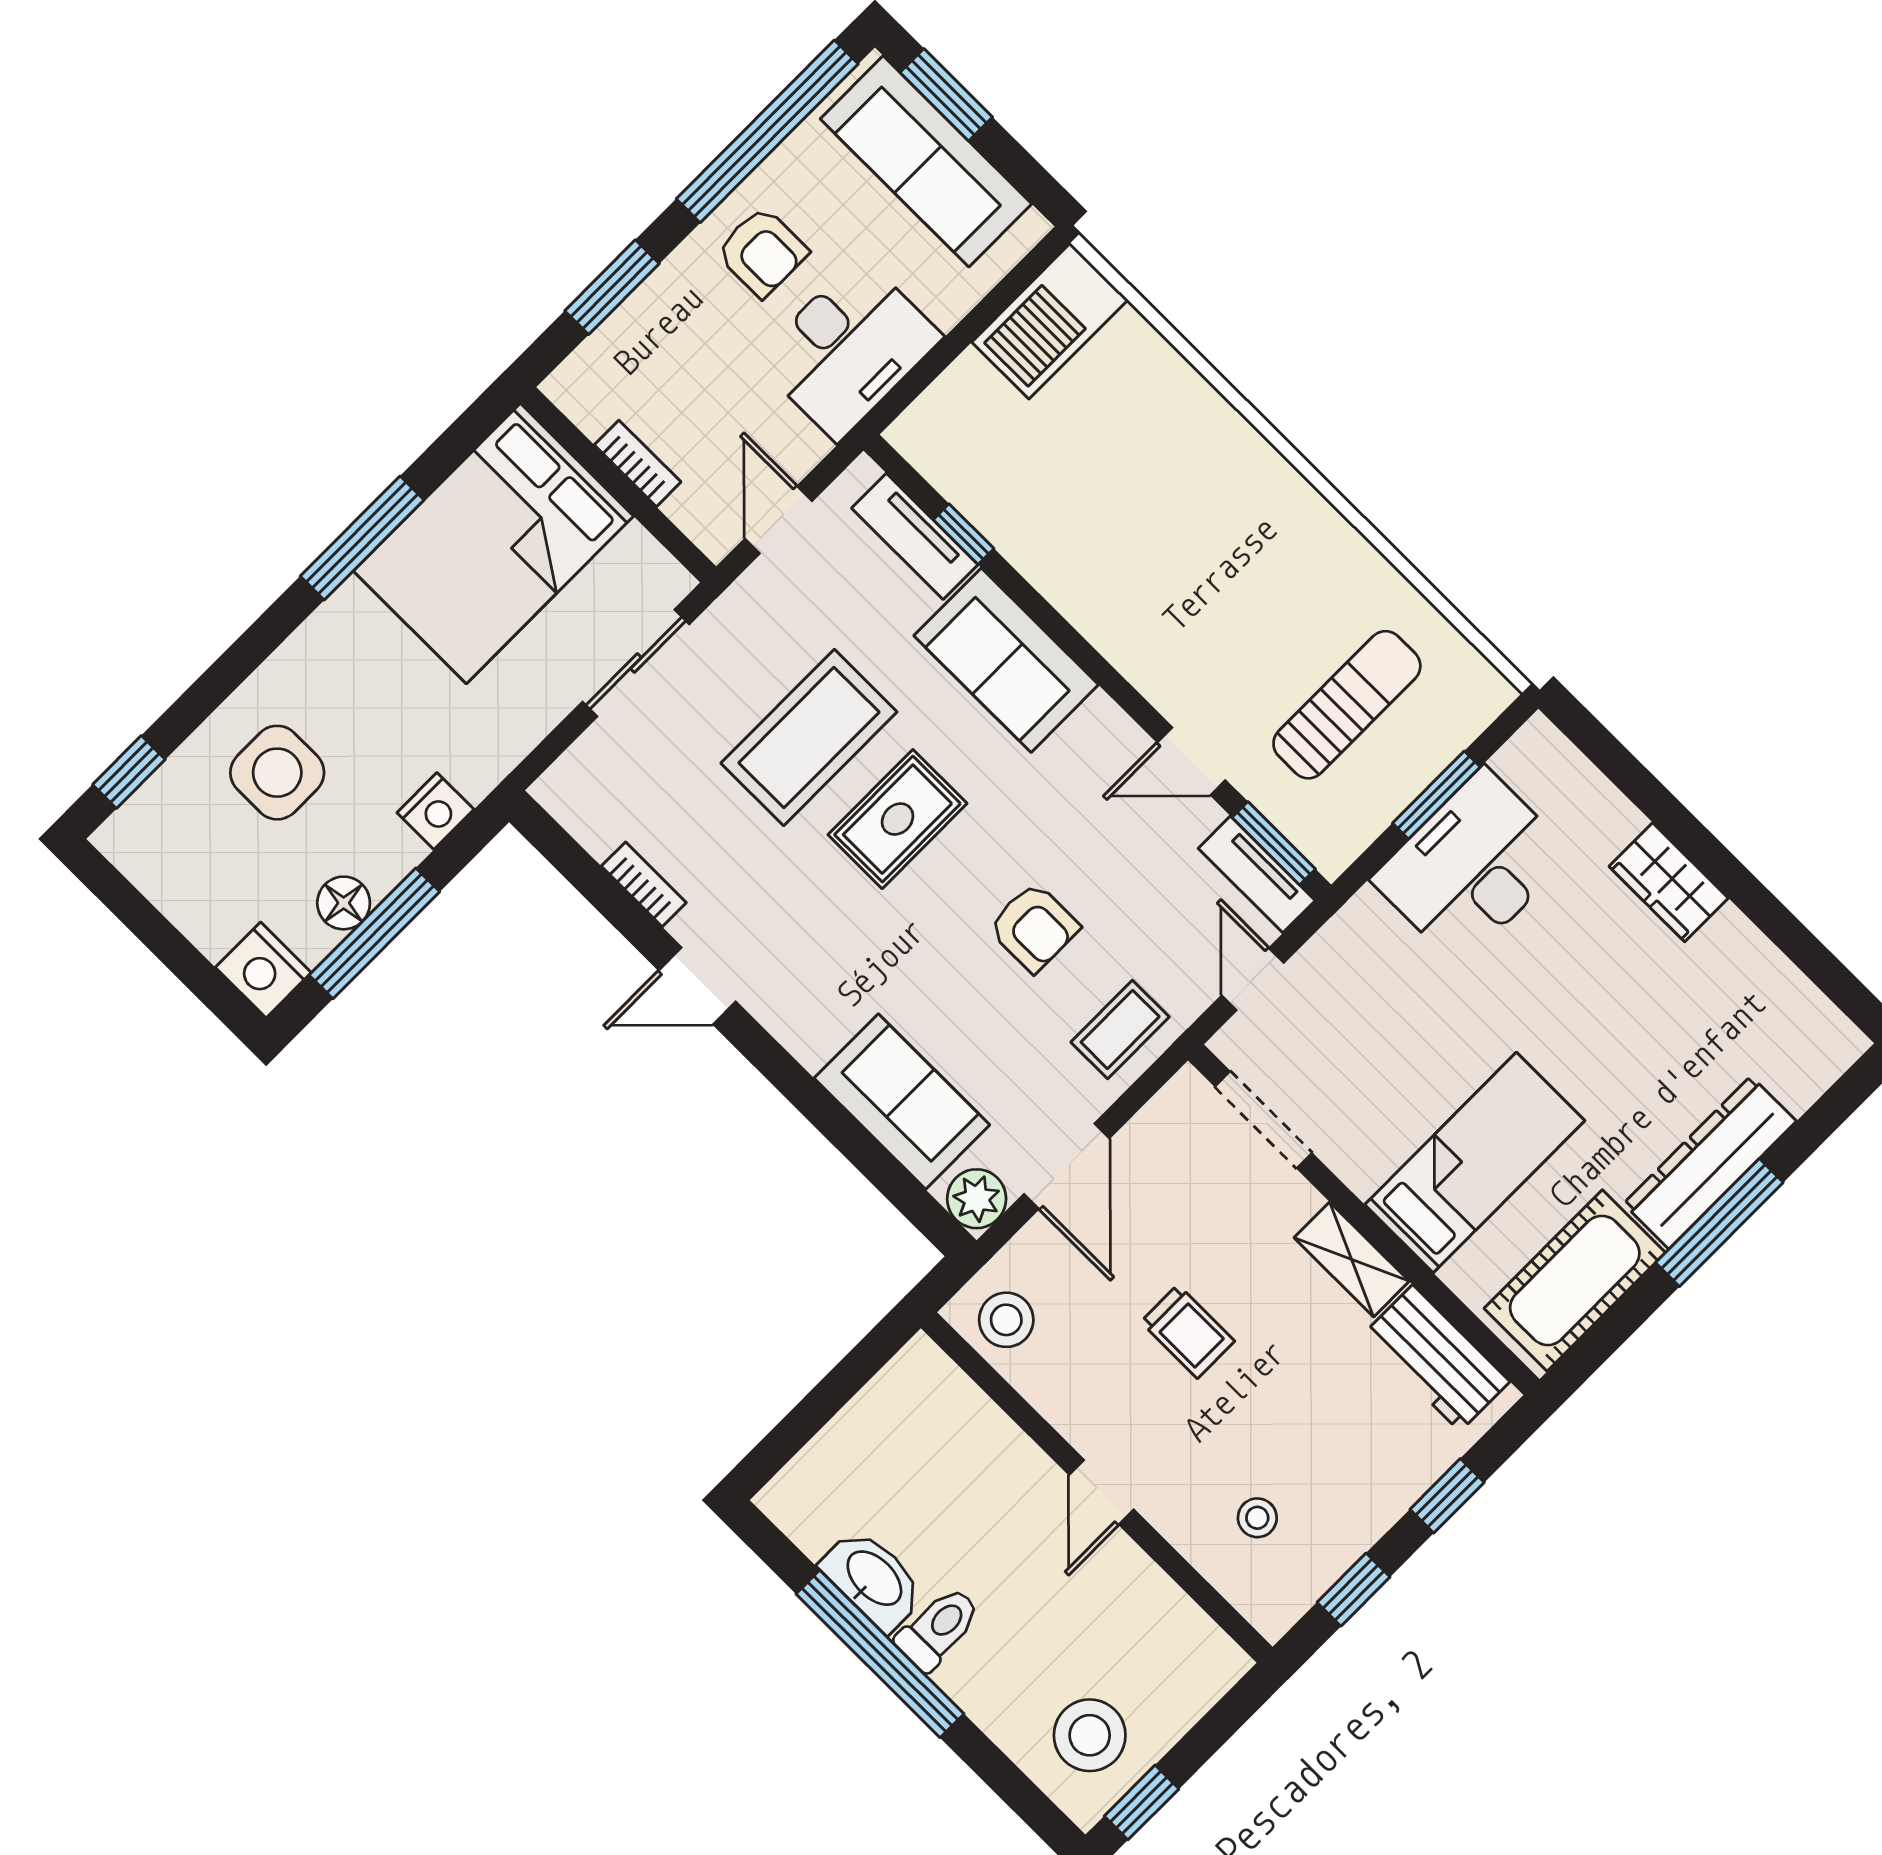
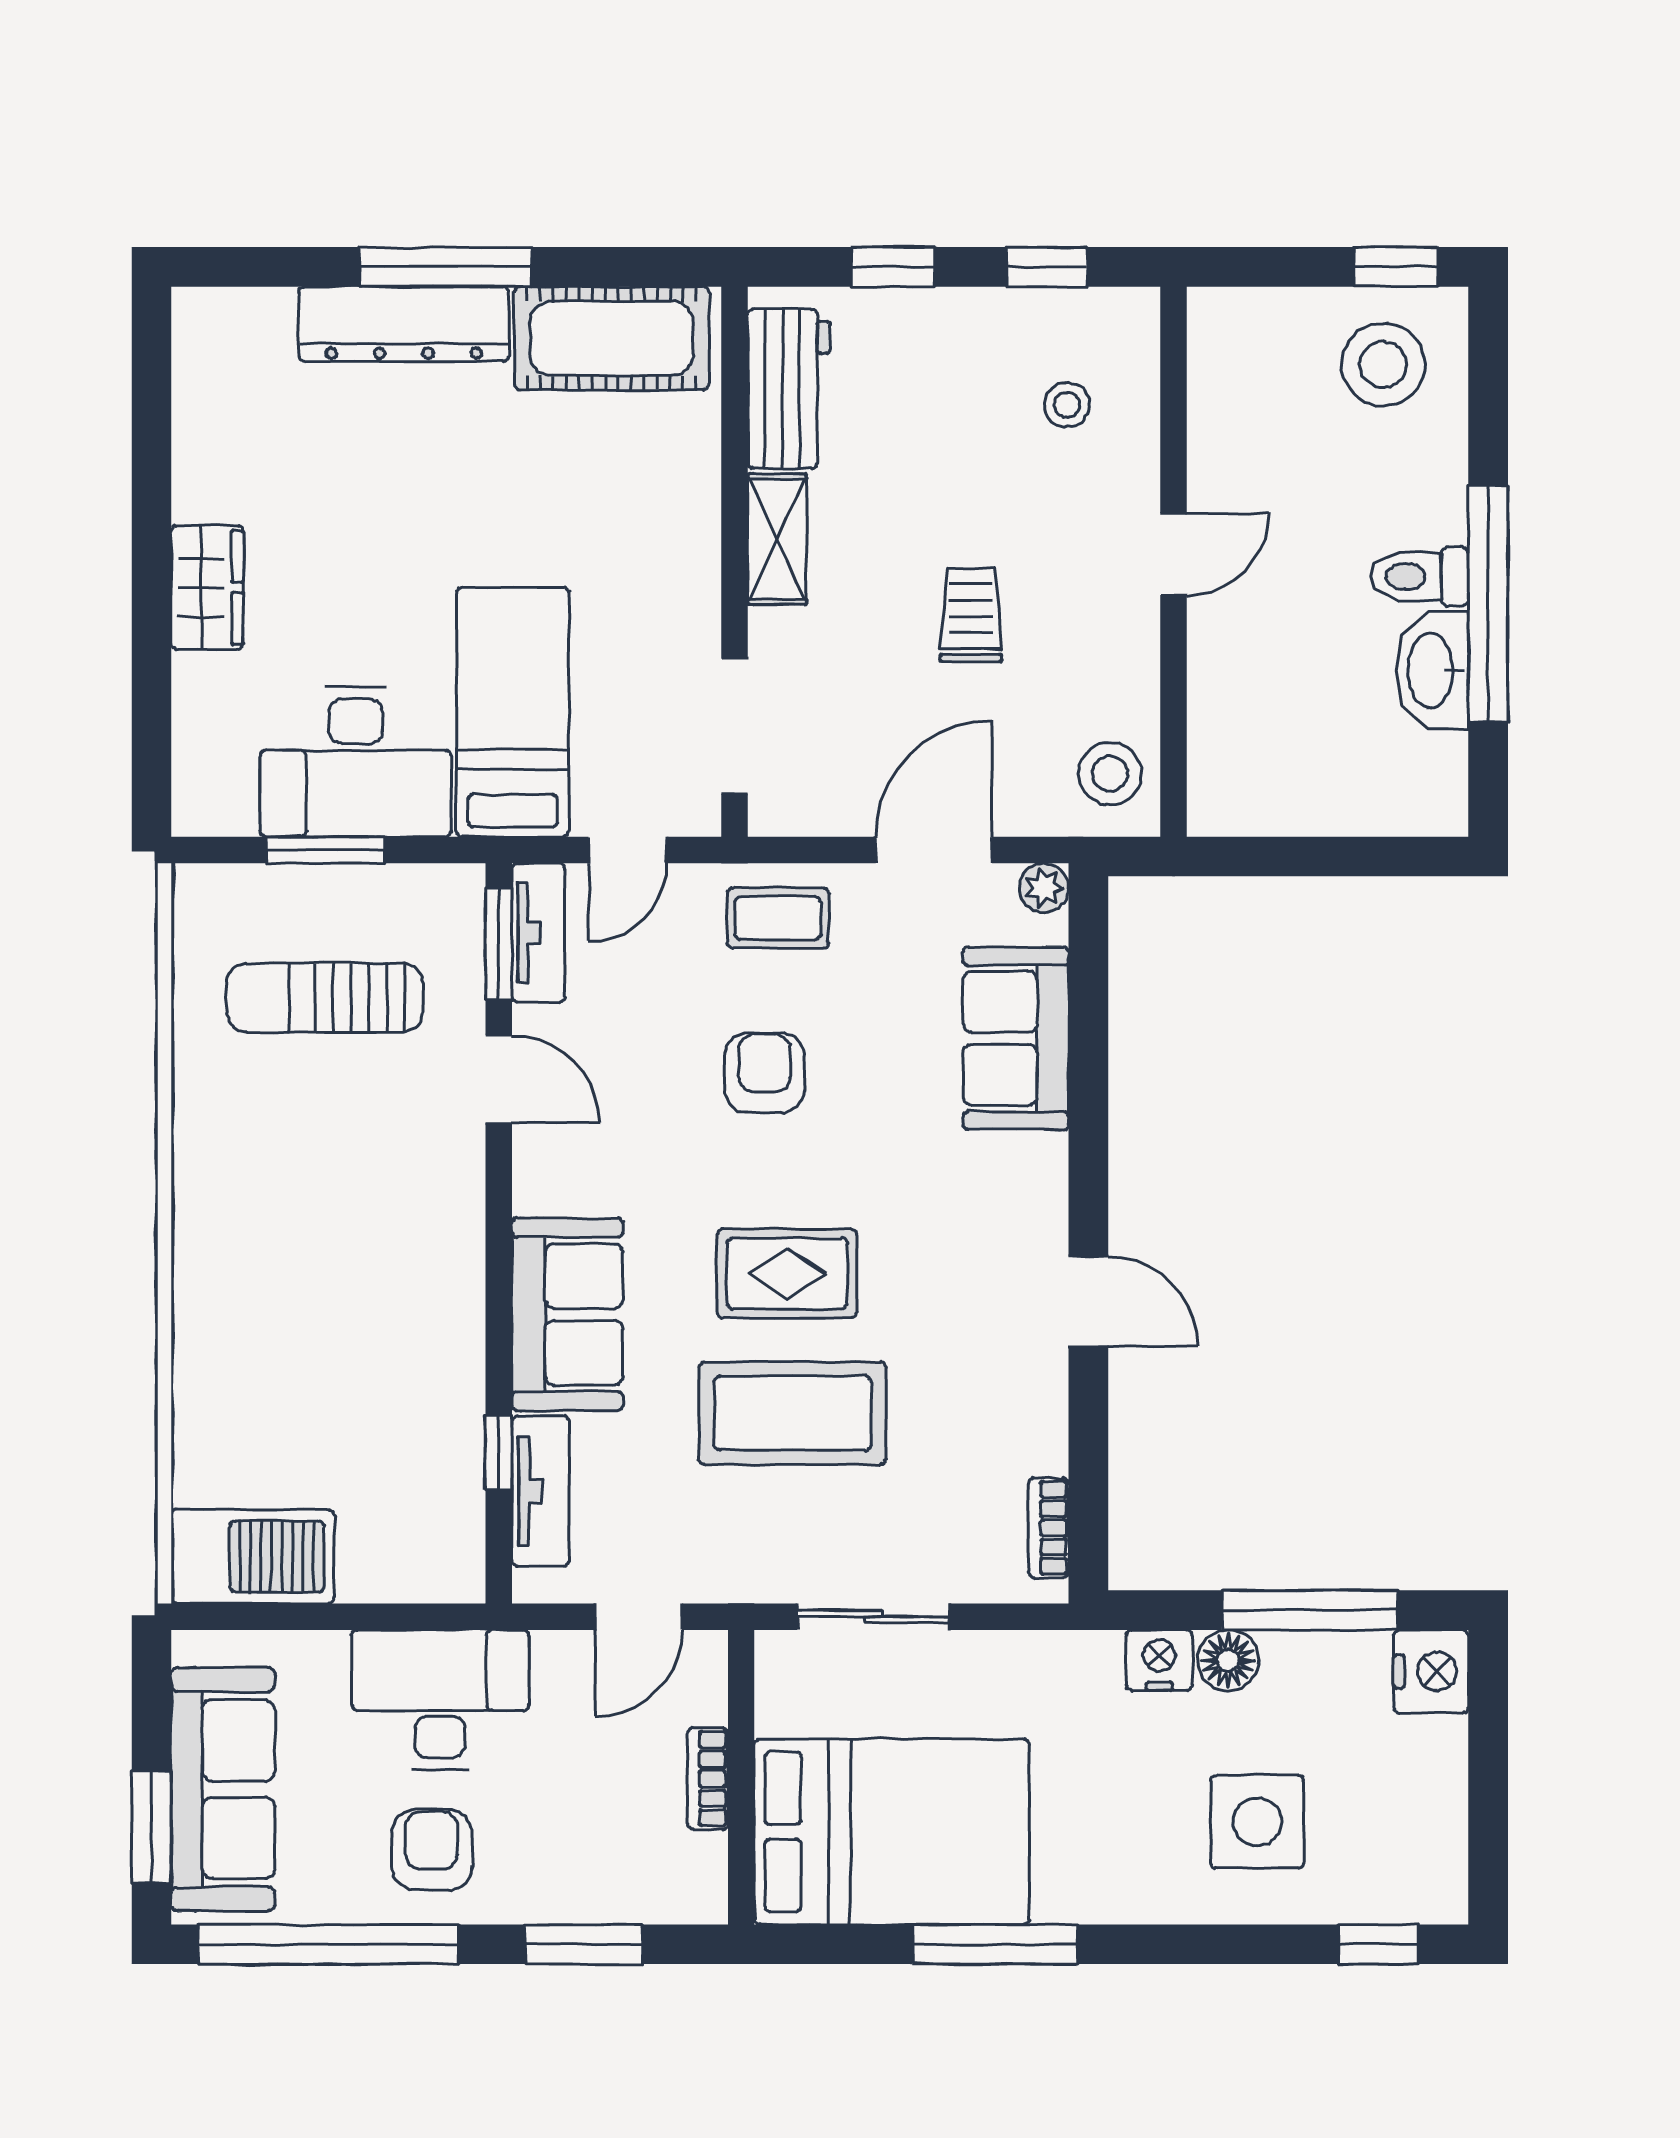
bookcase: (644, 884) -> (1049, 1528), moved
floor lamp: (344, 903) -> (1228, 1660), moved
bed: (1475, 1163) -> (513, 712), moved, turned 90
plant: (977, 1199) -> (1044, 888), width x0.73, depth x0.73

